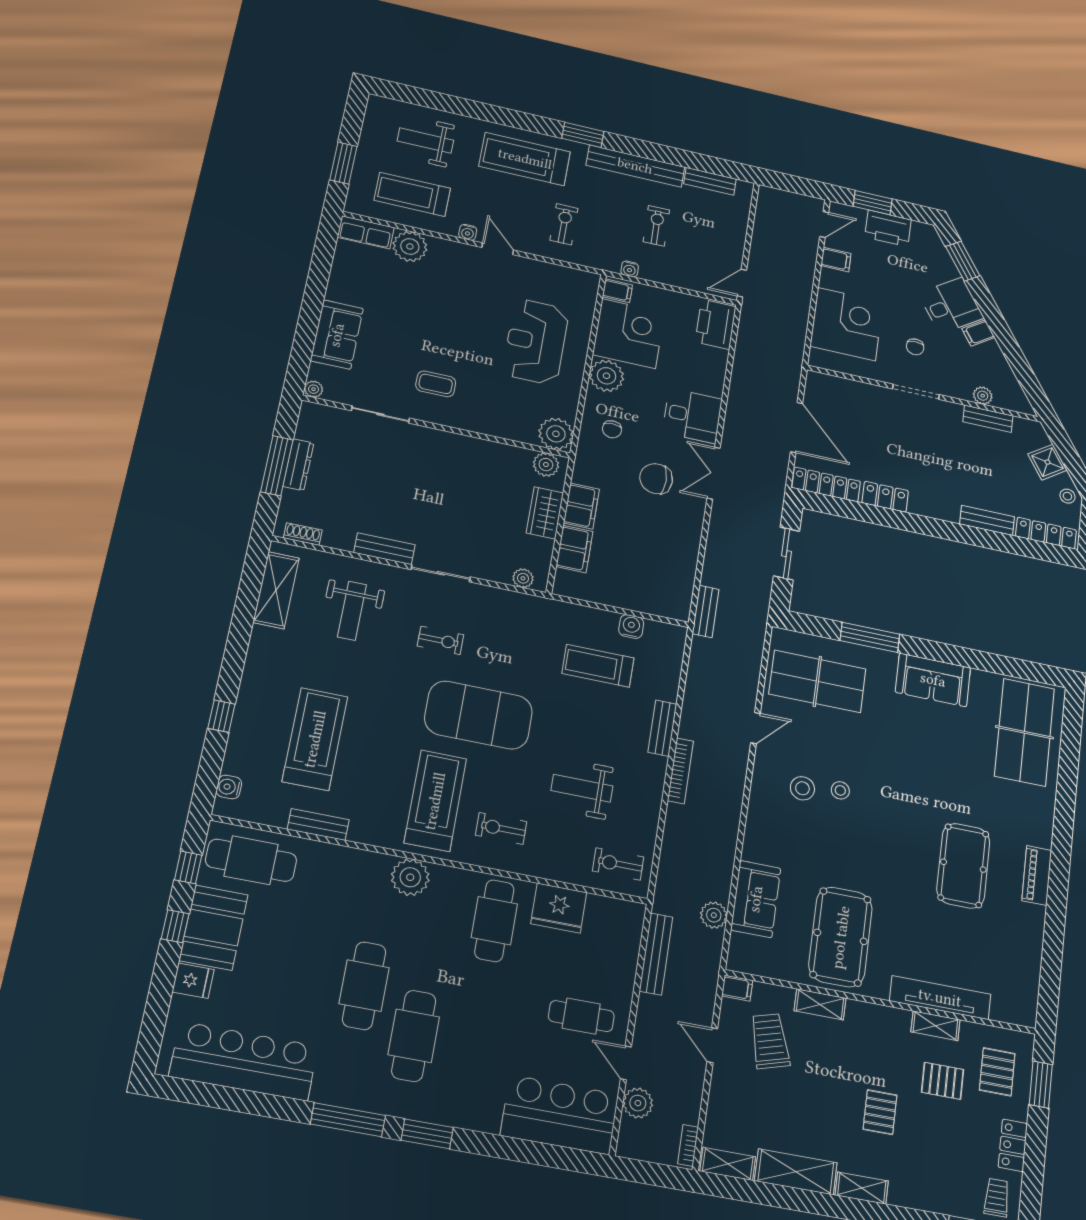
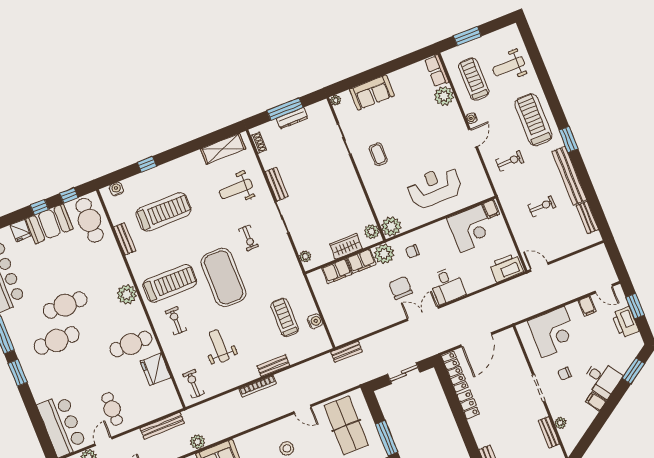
weight bench: (425, 141) -> (509, 66), turned -90
water cooler: (630, 269) -> (508, 208), removed
plant: (606, 376) -> (384, 254), moved

